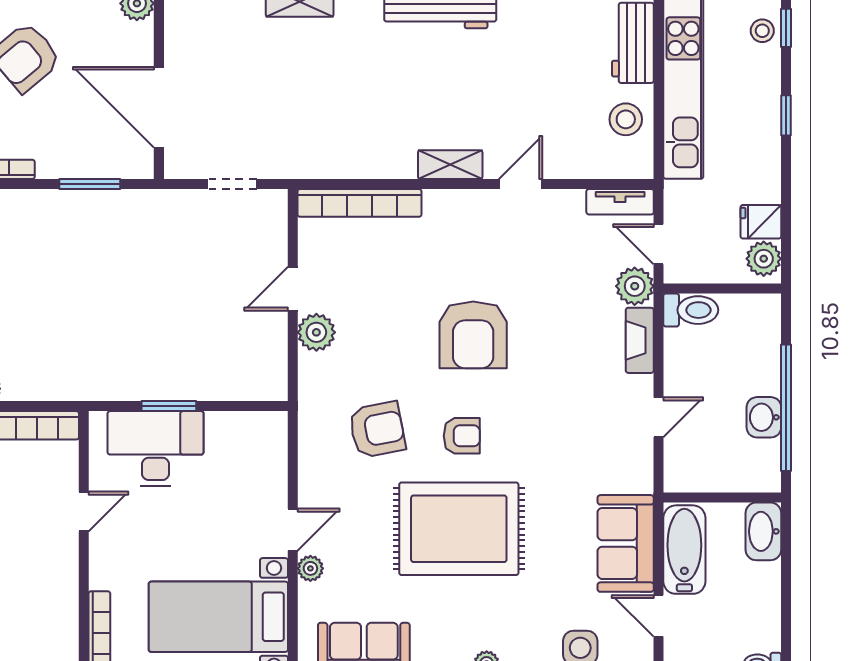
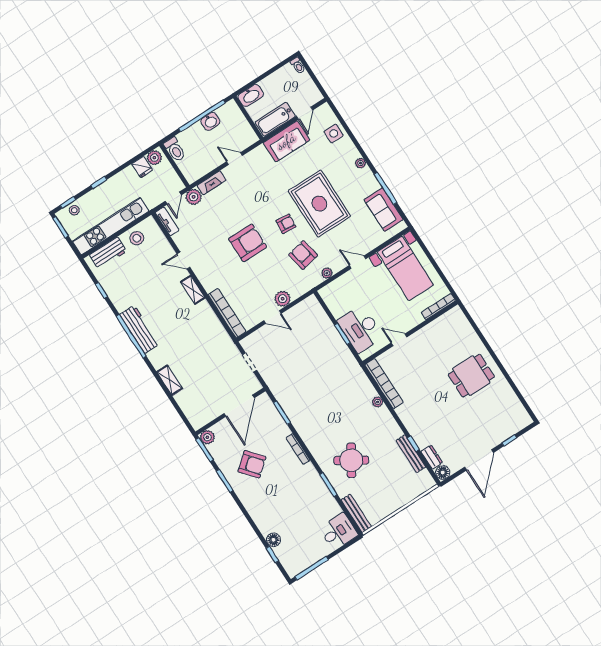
toilet: (691, 310) -> (175, 149), moved, turned 180
armchair: (462, 436) -> (286, 224), turned 95
plant: (310, 568) -> (327, 273), moved

